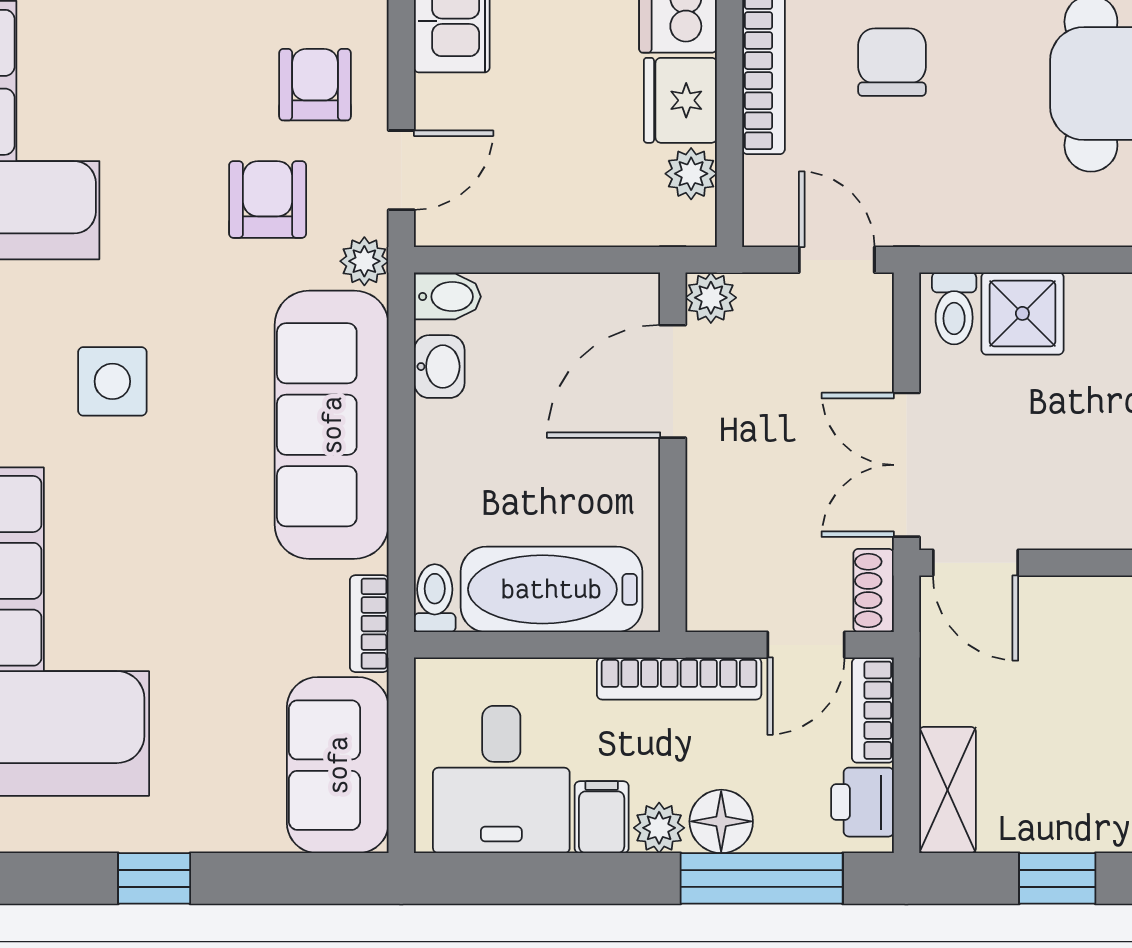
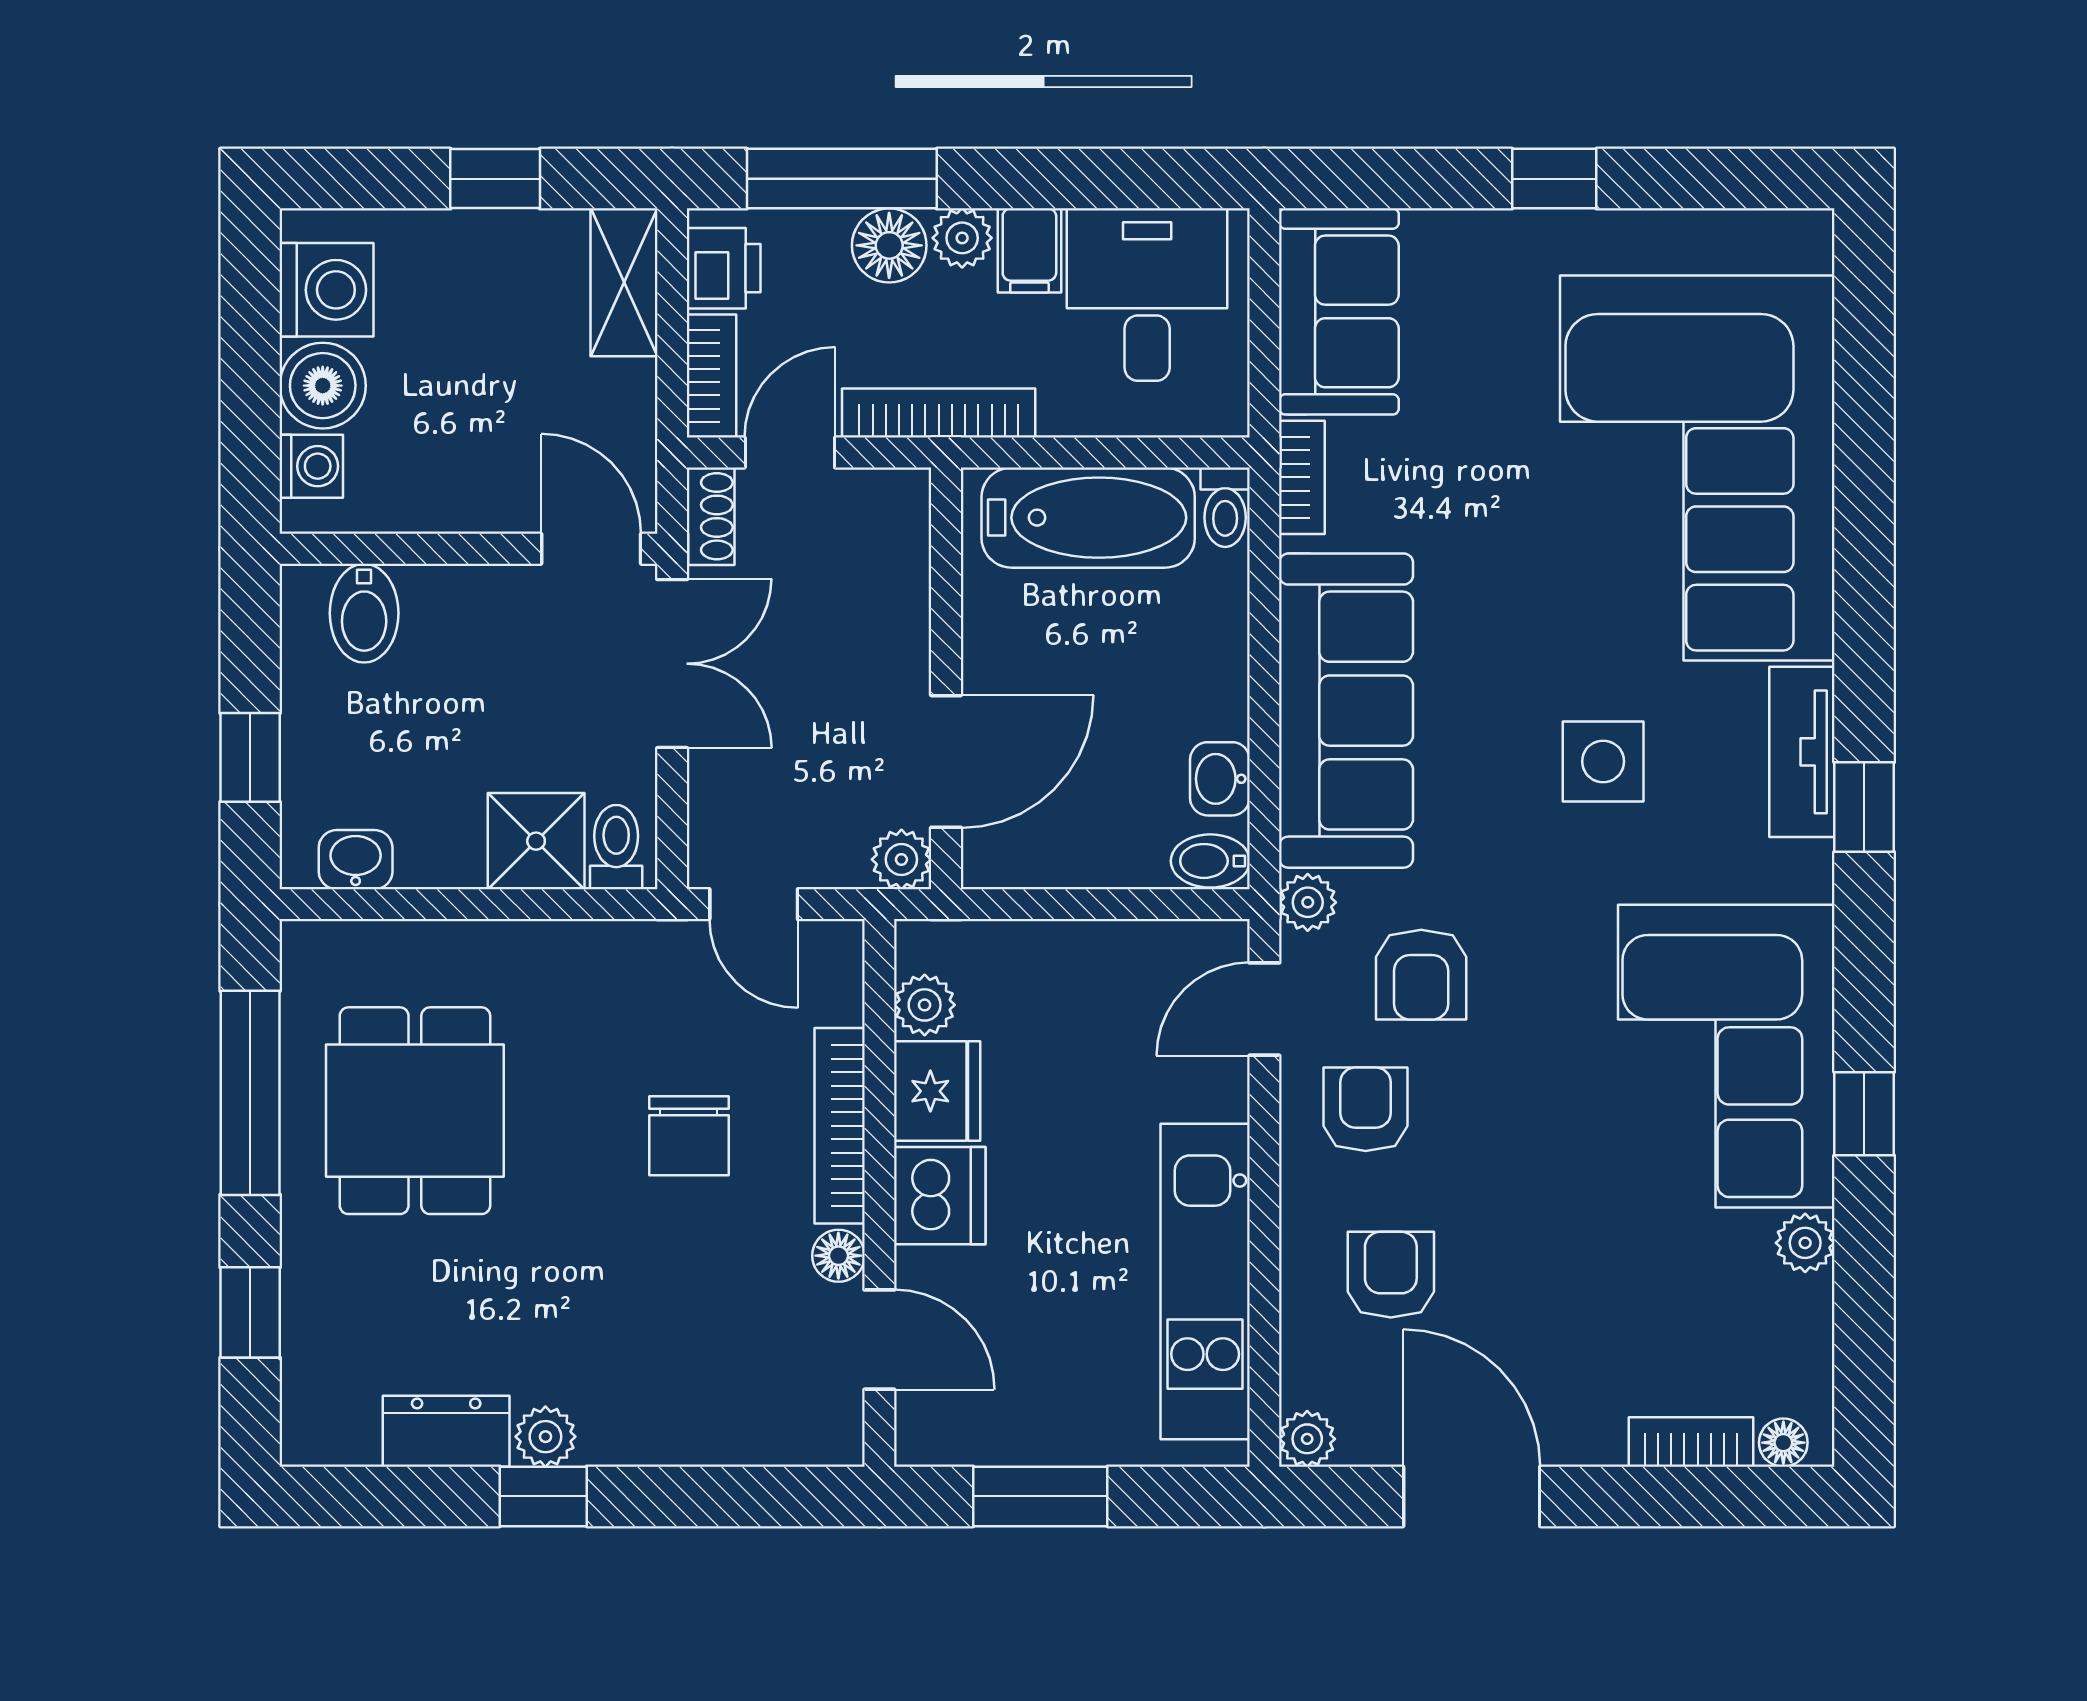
armchair: (315, 85) -> (1366, 1109), turned 180

